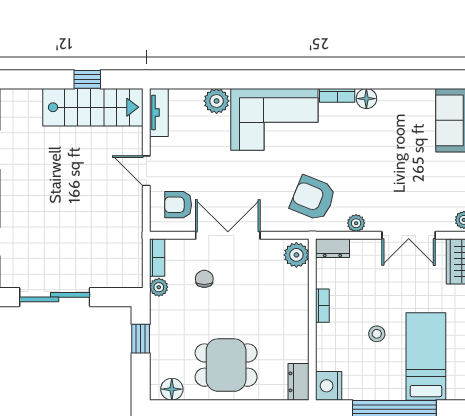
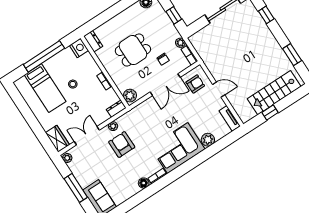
stairs: (93, 107) -> (274, 93), moved
armchair: (313, 198) -> (122, 145), moved, turned -112
dining table: (226, 365) -> (133, 50), moved

